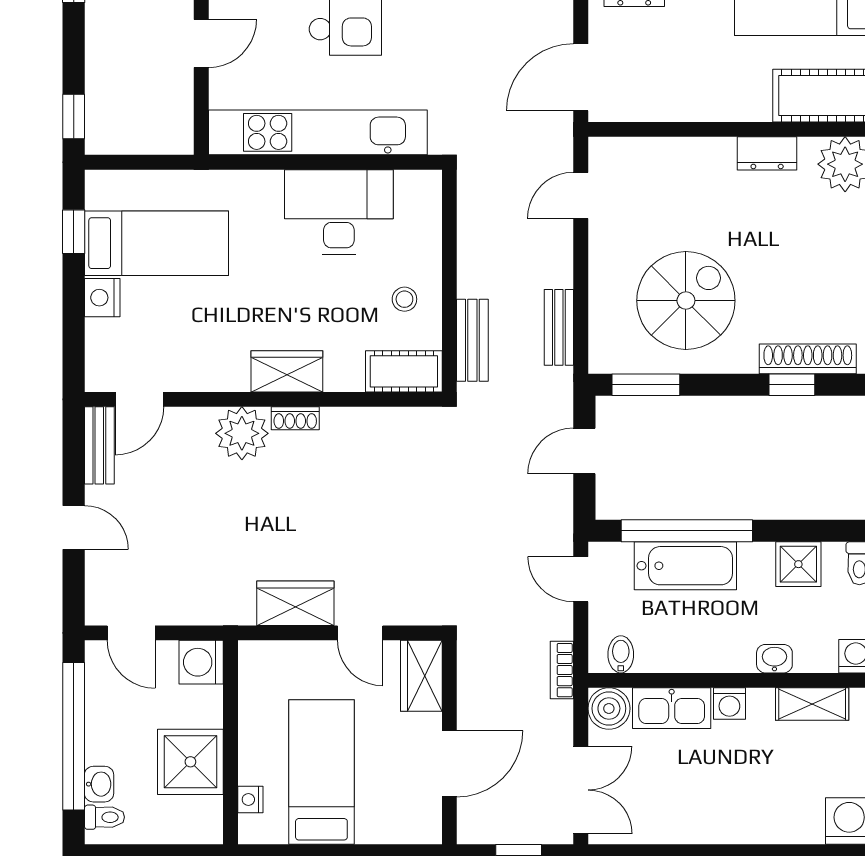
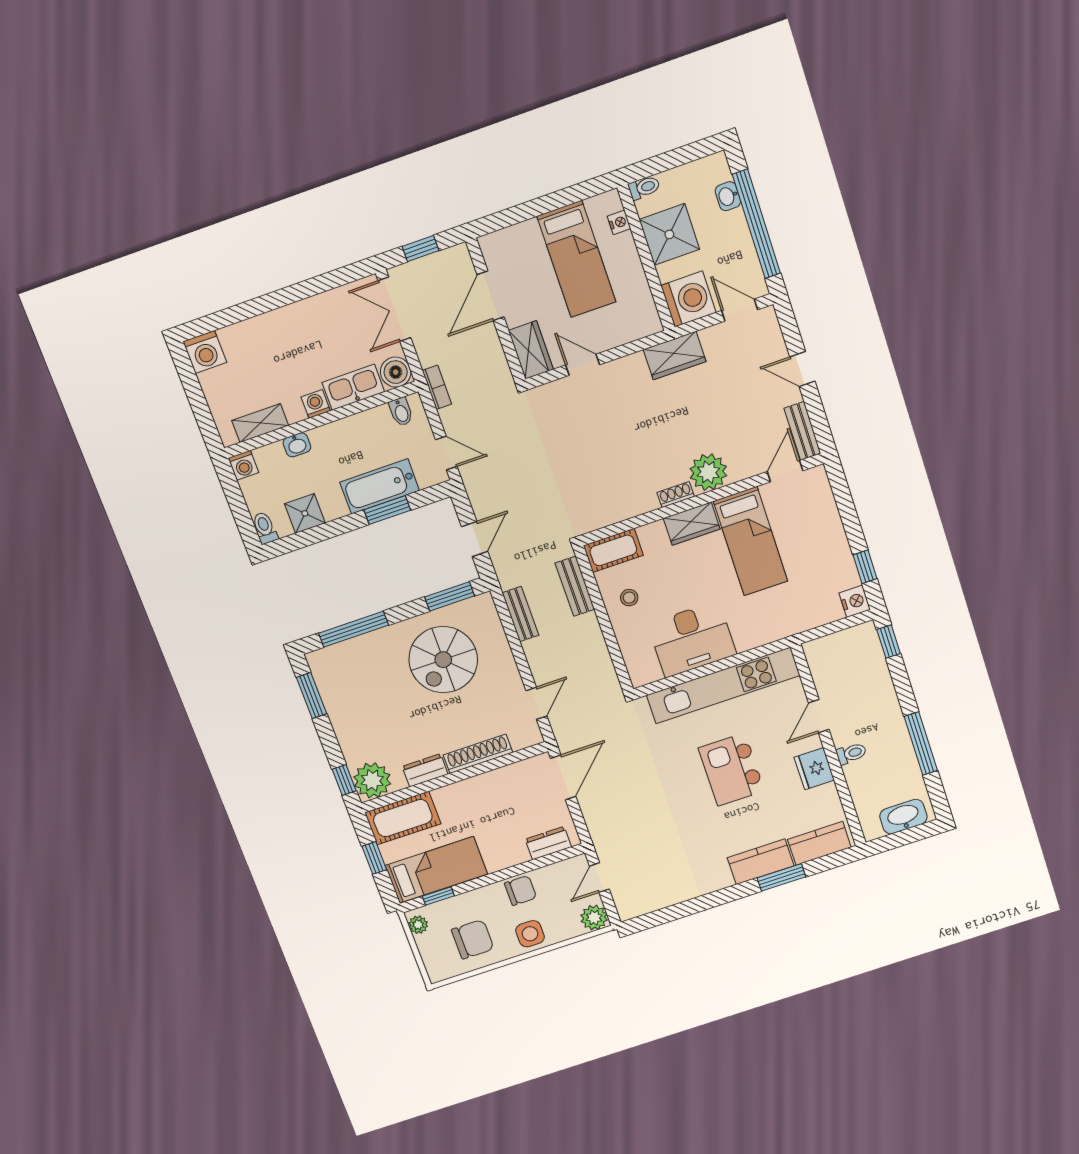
bed: (157, 243) -> (751, 541), moved, turned -90
nightstand: (102, 298) -> (855, 601), moved
shoe rack: (808, 359) -> (478, 754), moved, turned 180
window: (792, 385) -> (354, 629), width x2.17
window: (687, 531) -> (387, 510), width x0.47
wardrobe: (295, 603) -> (675, 356), moved
washing machine: (201, 662) -> (689, 299), width x1.37, depth x1.37
toilet: (104, 817) -> (644, 188), moved, turned 180

